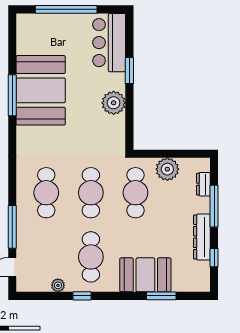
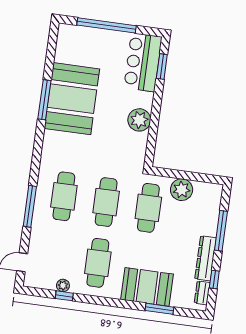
window: (129, 70) -> (162, 66), moved
dresser: (203, 184) -> (202, 293), moved
window: (12, 227) -> (30, 206), moved
window: (82, 296) -> (64, 296), moved

